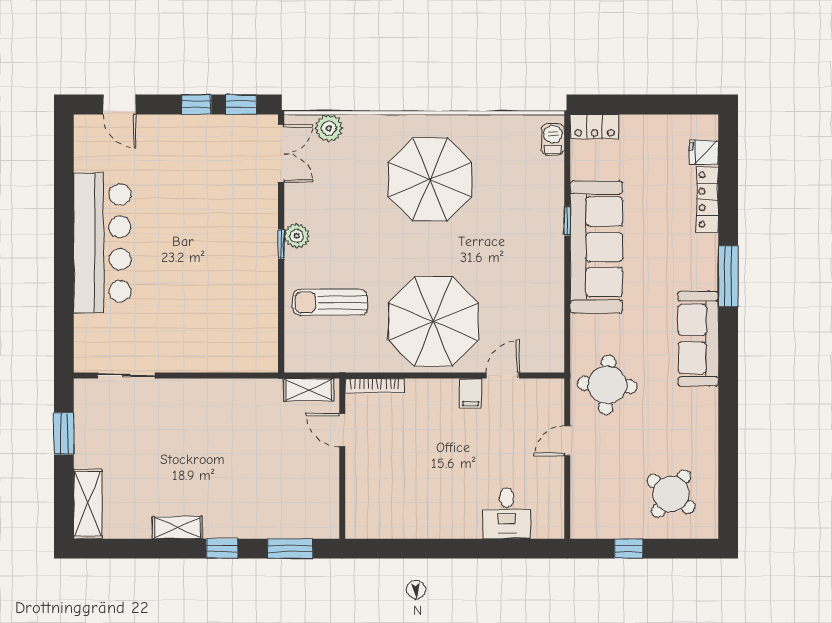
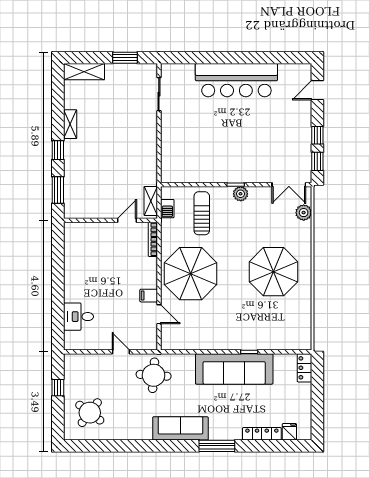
barbecue: (553, 139) -> (167, 209), moved, turned 90

